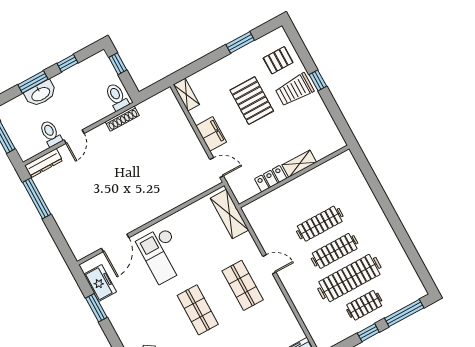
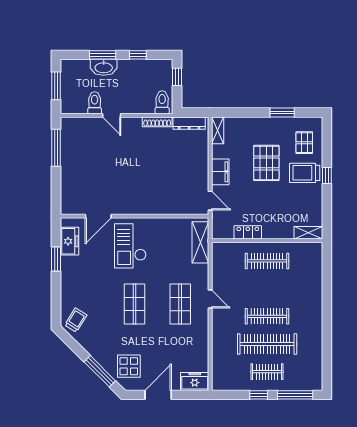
pallet: (278, 60) -> (304, 143), turned 90
door: (74, 137) -> (112, 115), hinge flipped
dresser: (44, 163) -> (189, 123), moved
shelving: (299, 164) -> (308, 233), moved
clothes rail: (320, 224) -> (267, 261), moved

